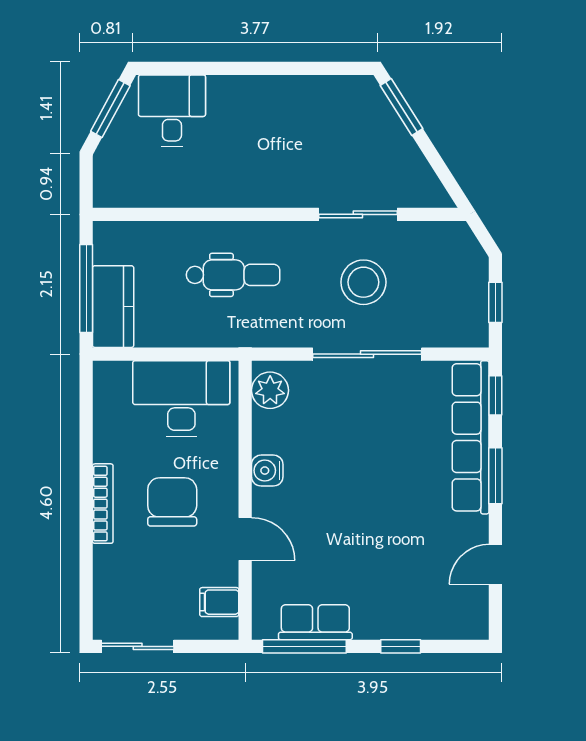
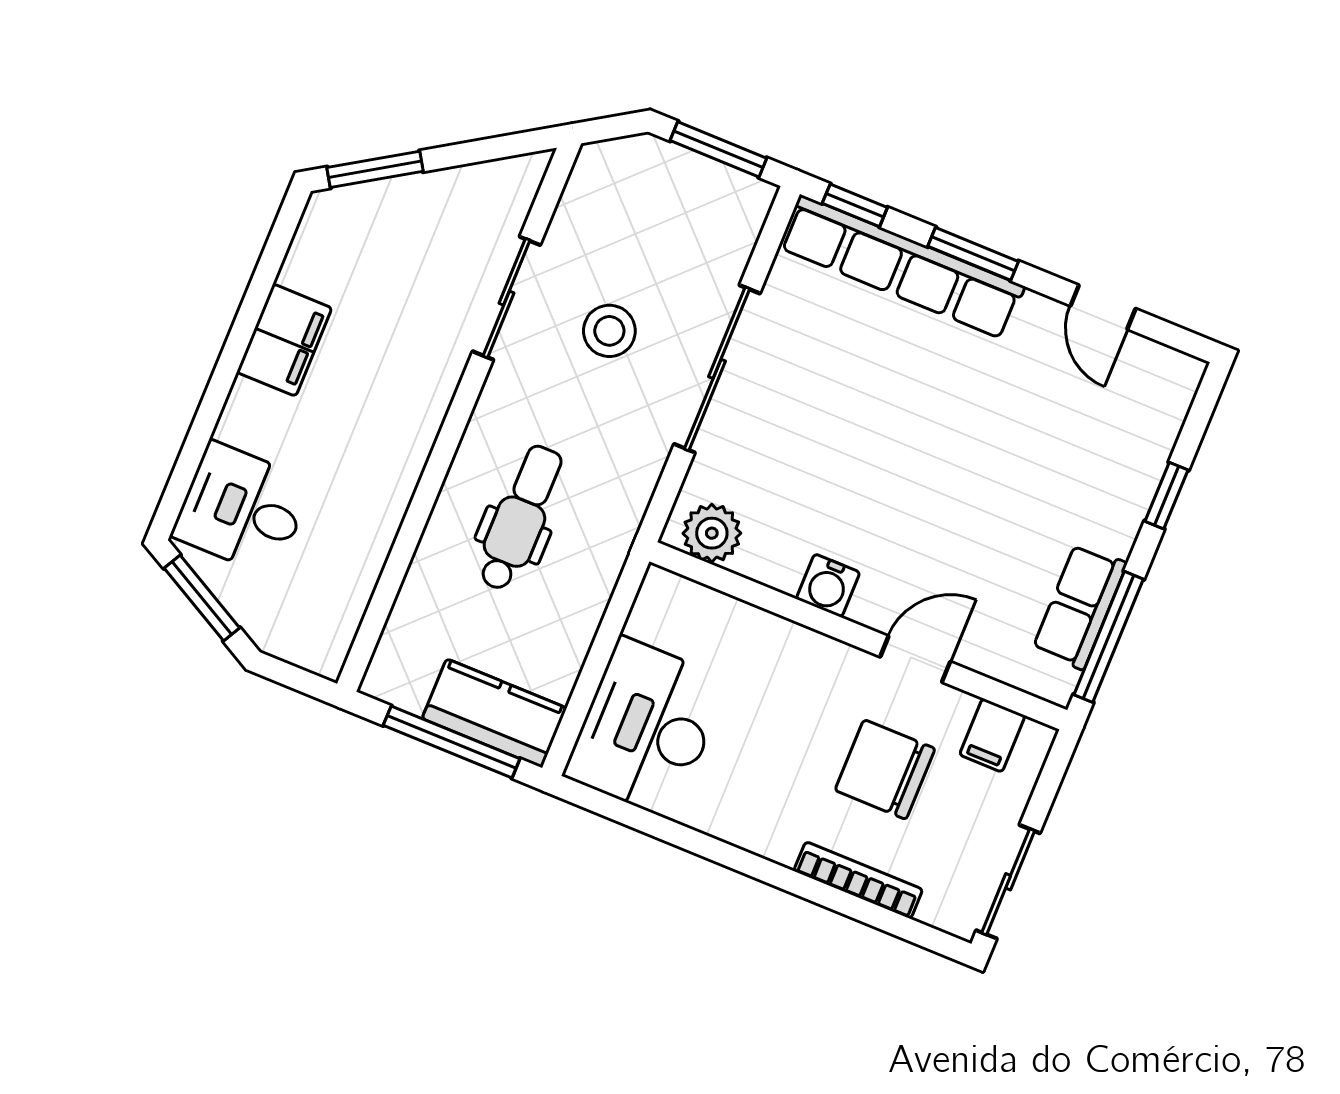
filing cabinet: (280, 95) -> (284, 340), added
stool: (363, 282) -> (609, 331), width x0.73, depth x0.73
window: (495, 302) -> (718, 149), width x1.50
desk: (181, 399) -> (646, 728), moved
chair: (172, 502) -> (885, 769), moved
bookcase: (103, 504) -> (858, 880), moved

